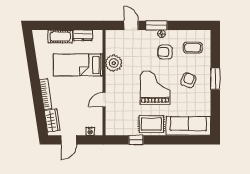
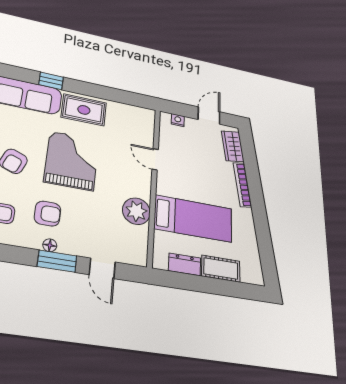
grand piano: (155, 88) -> (72, 161), turned 180
door: (104, 100) -> (155, 159), swing flipped
window: (136, 140) -> (51, 81), moved

